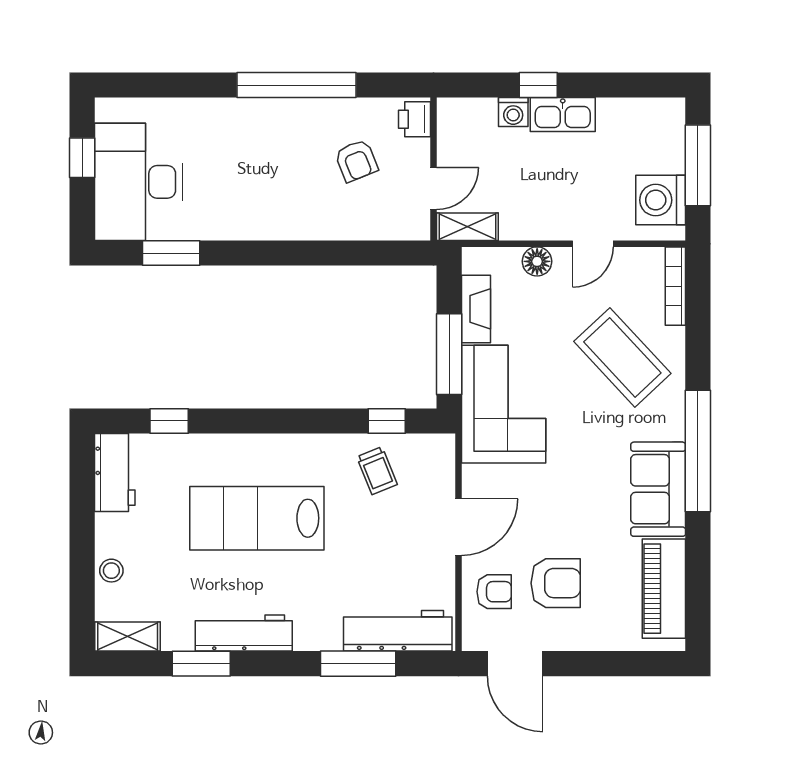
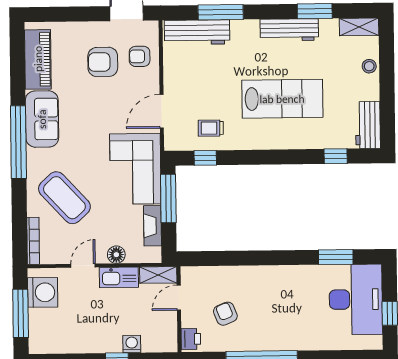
kitchen sink: (563, 115) -> (119, 277), moved, turned 180
trolley: (377, 471) -> (211, 128), turned -68
door: (458, 527) -> (162, 111), moved

